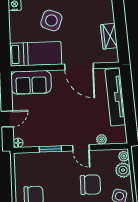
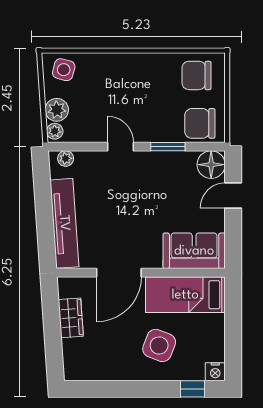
door: (79, 66) -> (119, 273), swing flipped
plant: (102, 139) -> (66, 158), moved
floor lamp: (18, 143) -> (211, 165), width x1.89, depth x1.89
chair: (90, 185) -> (200, 123), moved

